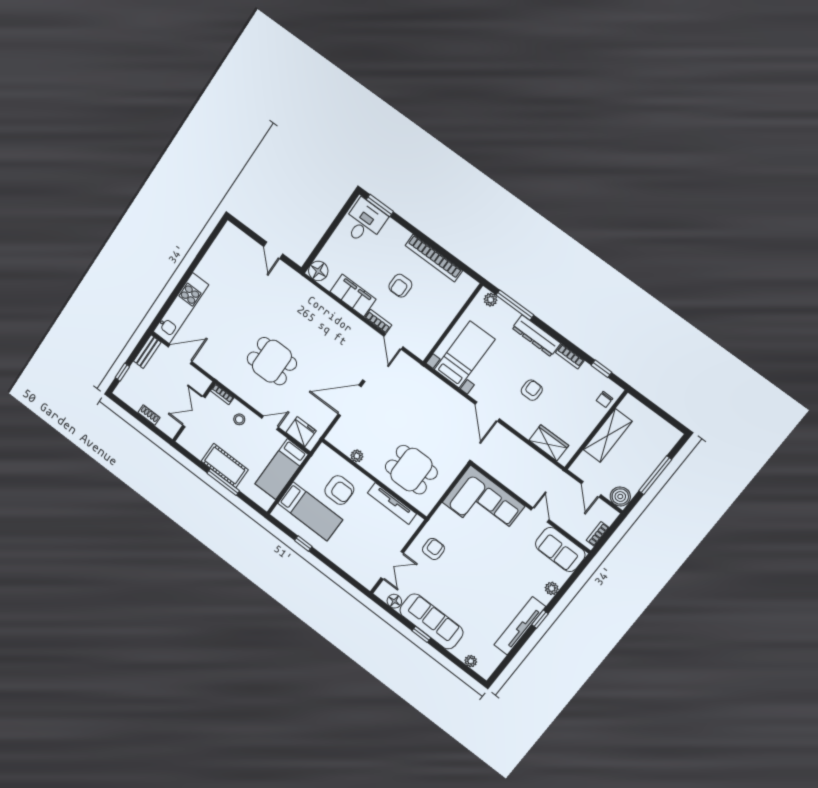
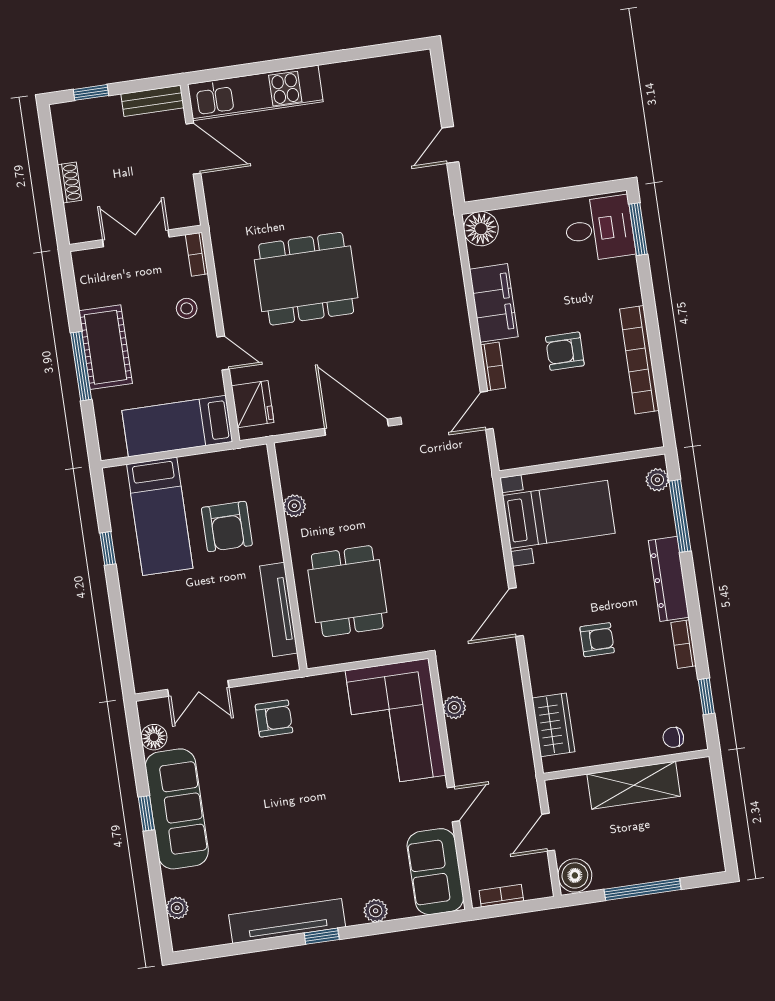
dining table: (272, 361) -> (306, 279), width x1.38
plant: (501, 475) -> (454, 707), added

